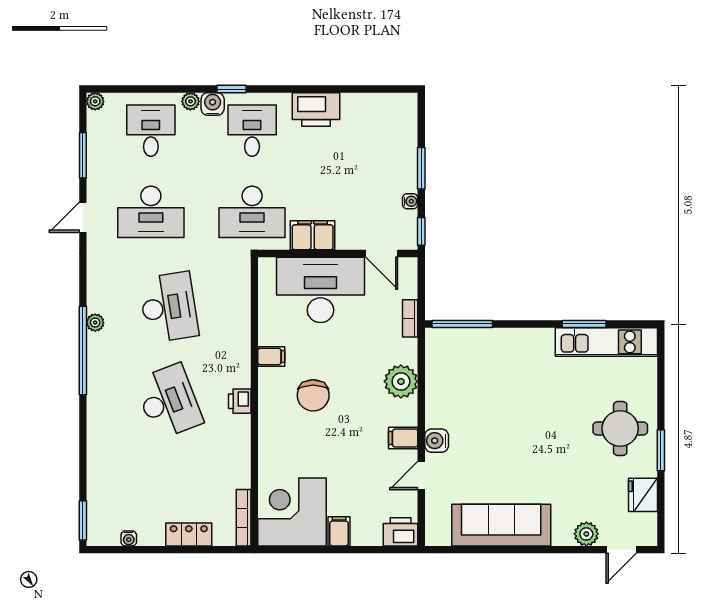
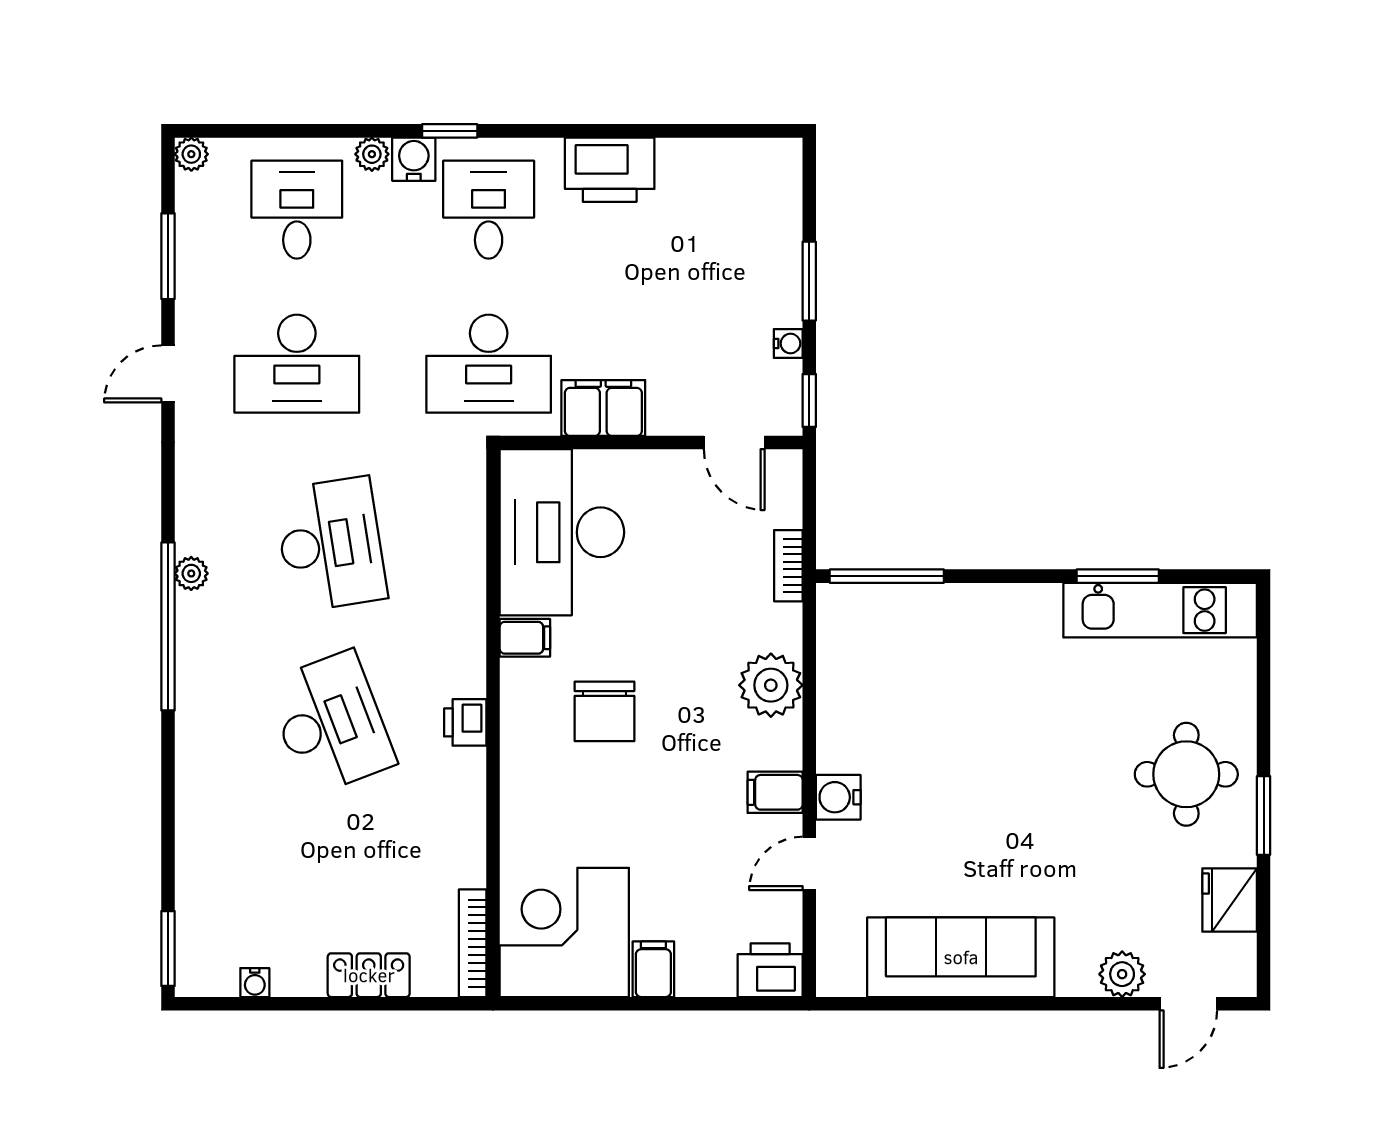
desk: (320, 290) -> (562, 532), moved, turned -90

